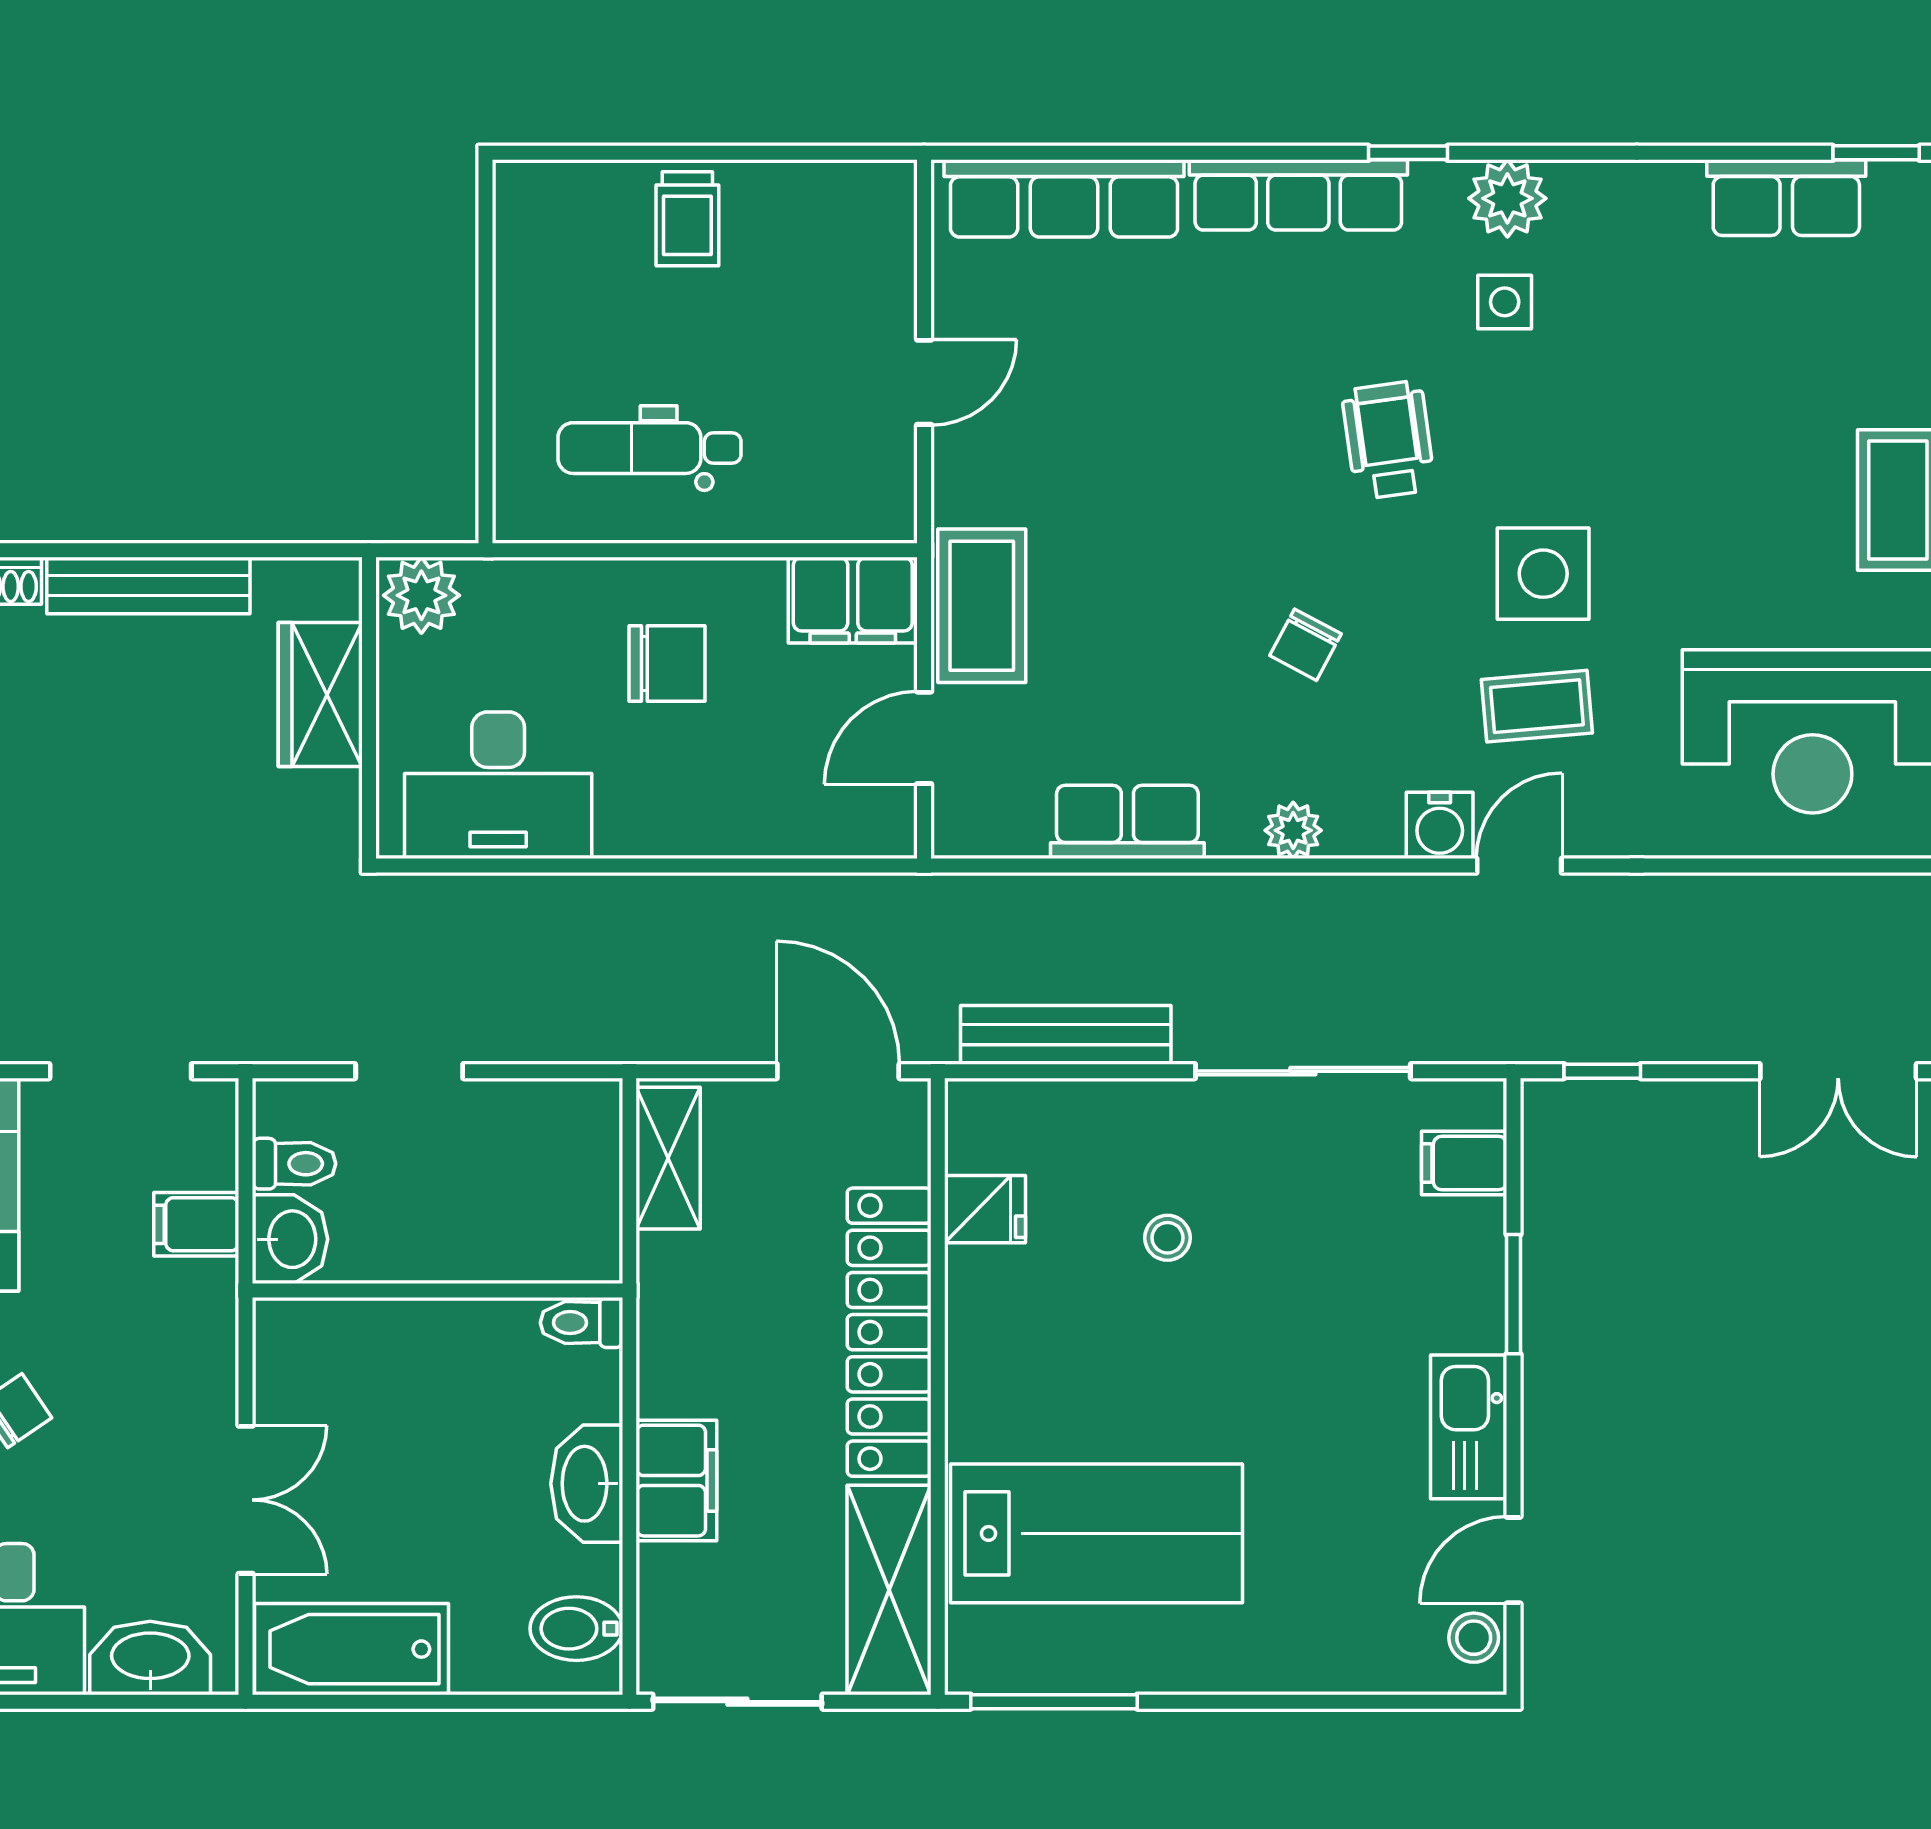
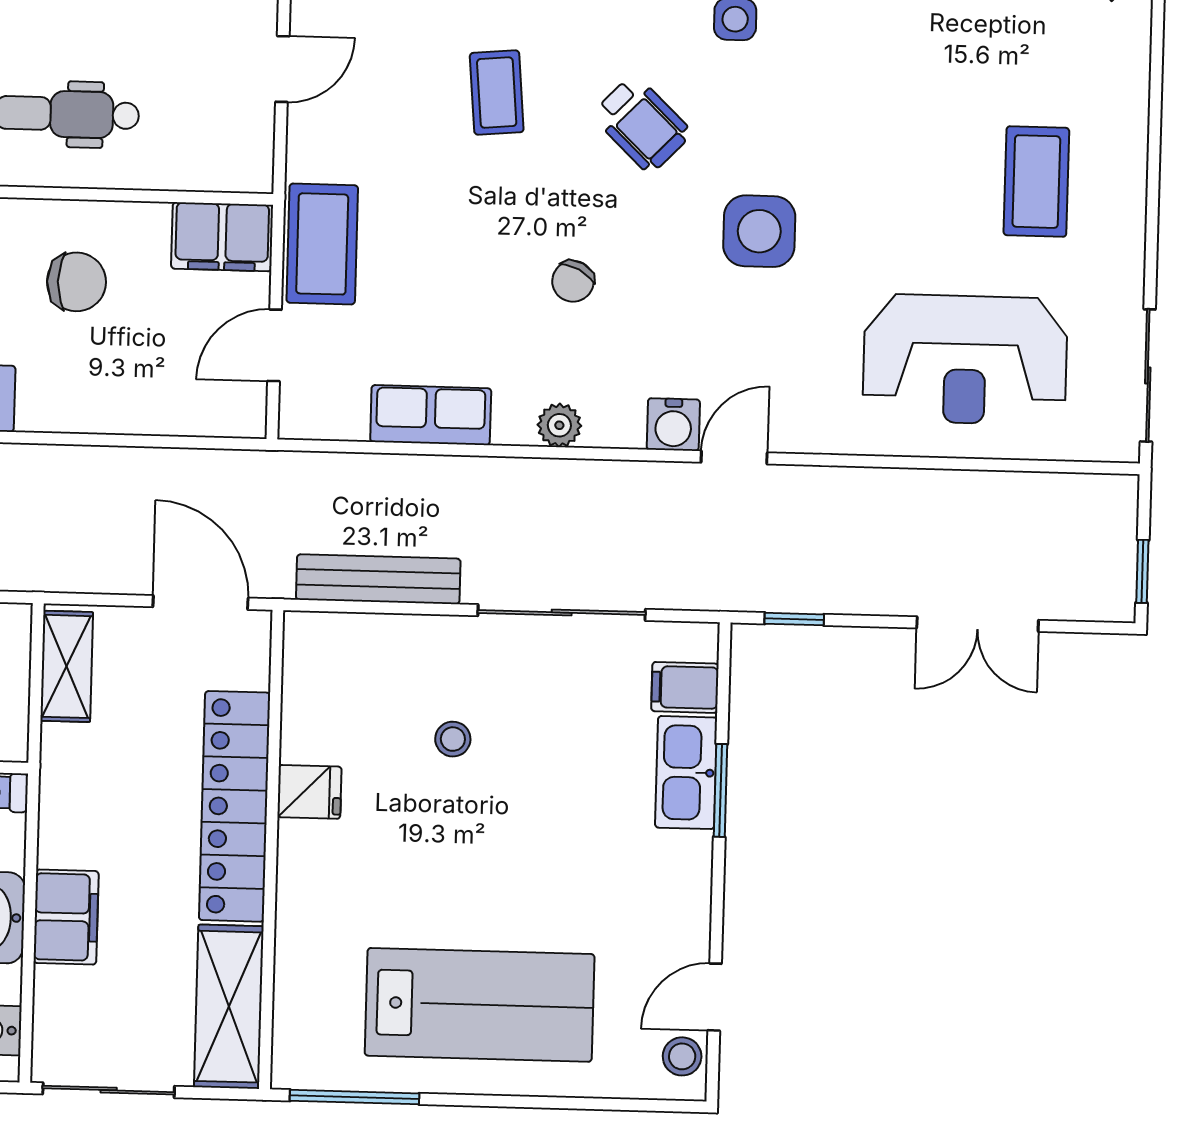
wheelchair: (1388, 440) -> (642, 124), turned 142
coffee table: (1537, 706) -> (497, 93), moved, turned 90
fridge: (985, 1209) -> (309, 792), moved
kitchen sink: (1469, 1427) -> (686, 773), moved
lab bench: (1097, 1533) -> (480, 1005), moved

